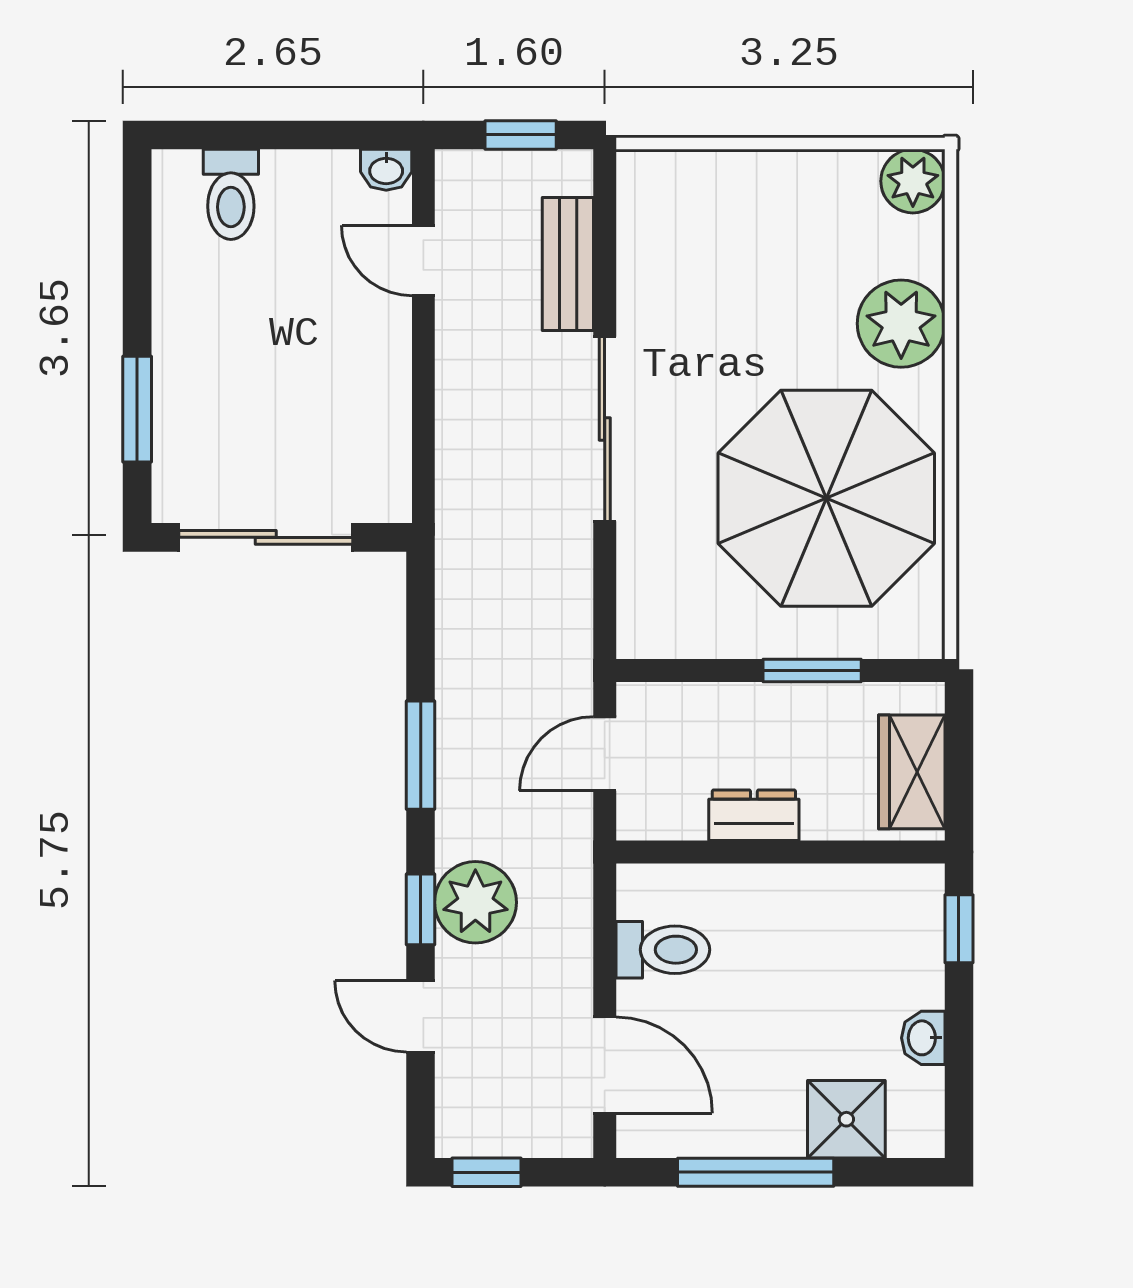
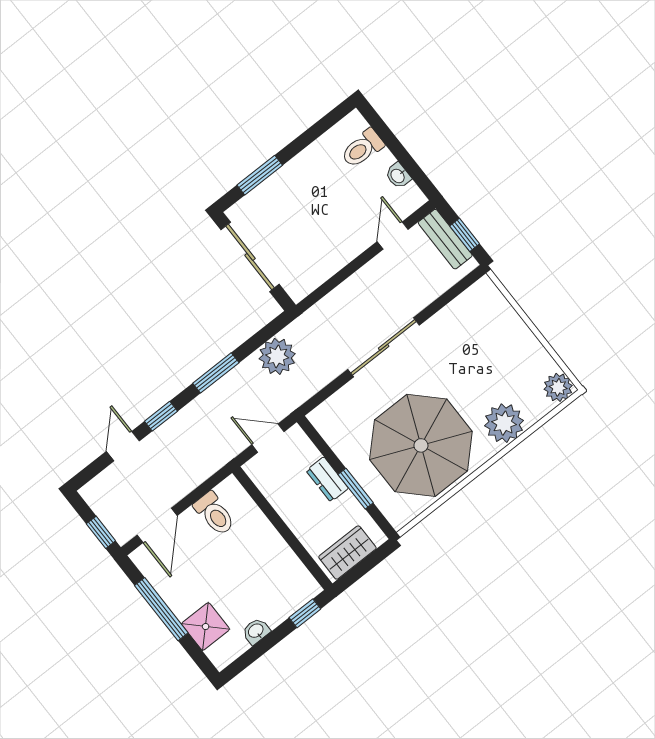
washbasin: (386, 170) -> (398, 176), moved
bench: (568, 264) -> (445, 239), moved, turned 90
dresser: (754, 815) -> (327, 479), moved, turned 180
plant: (475, 902) -> (277, 356), moved
window: (486, 1172) -> (101, 532), moved

